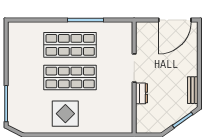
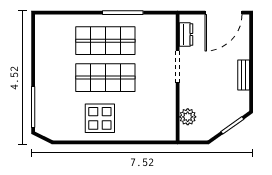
bench: (193, 90) -> (244, 75), moved
dresser: (142, 93) -> (186, 35), moved
plant: (143, 112) -> (188, 117), added

